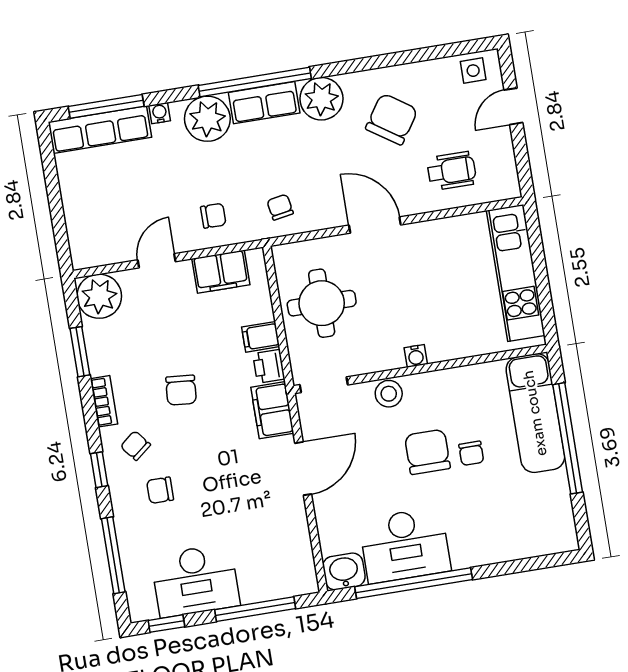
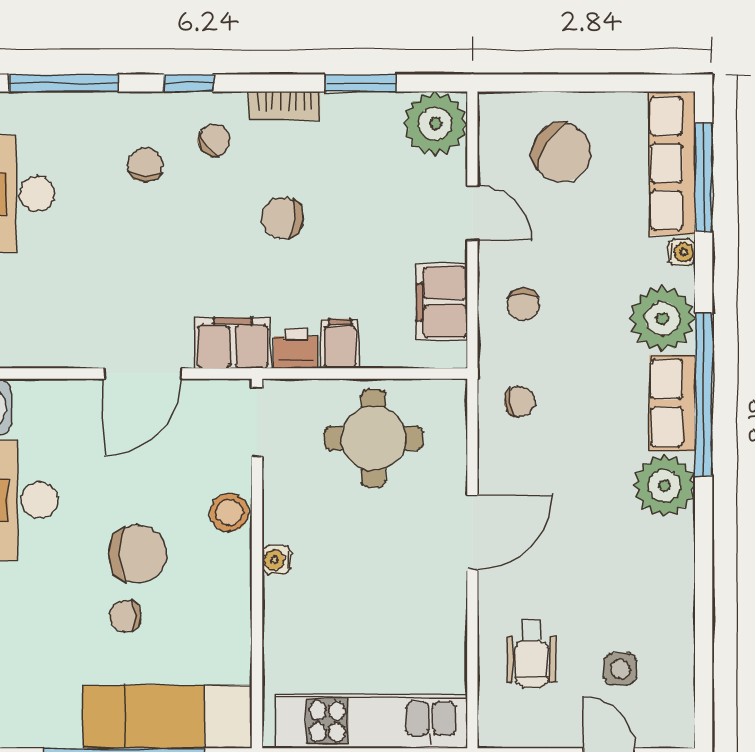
side table: (473, 71) -> (620, 669), moved
chair: (392, 119) -> (562, 152), moved
door: (303, 469) -> (143, 373), hinge flipped

